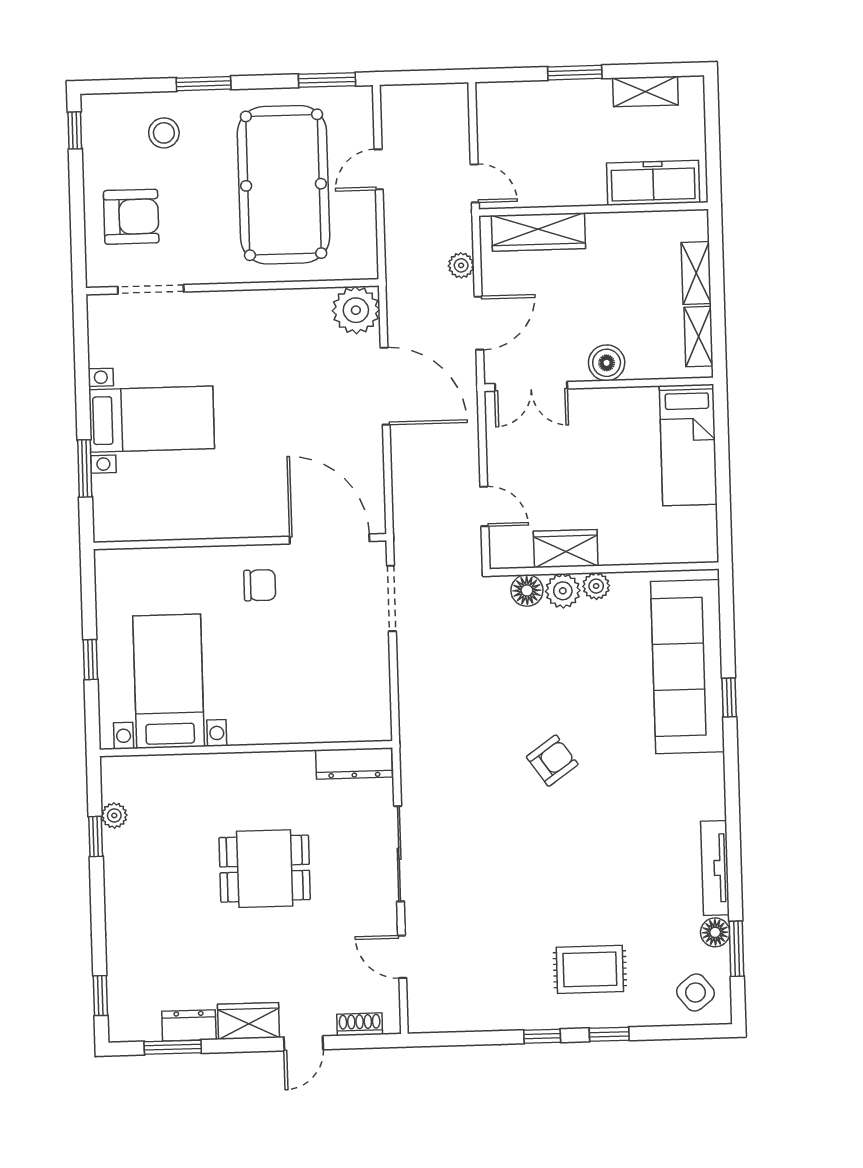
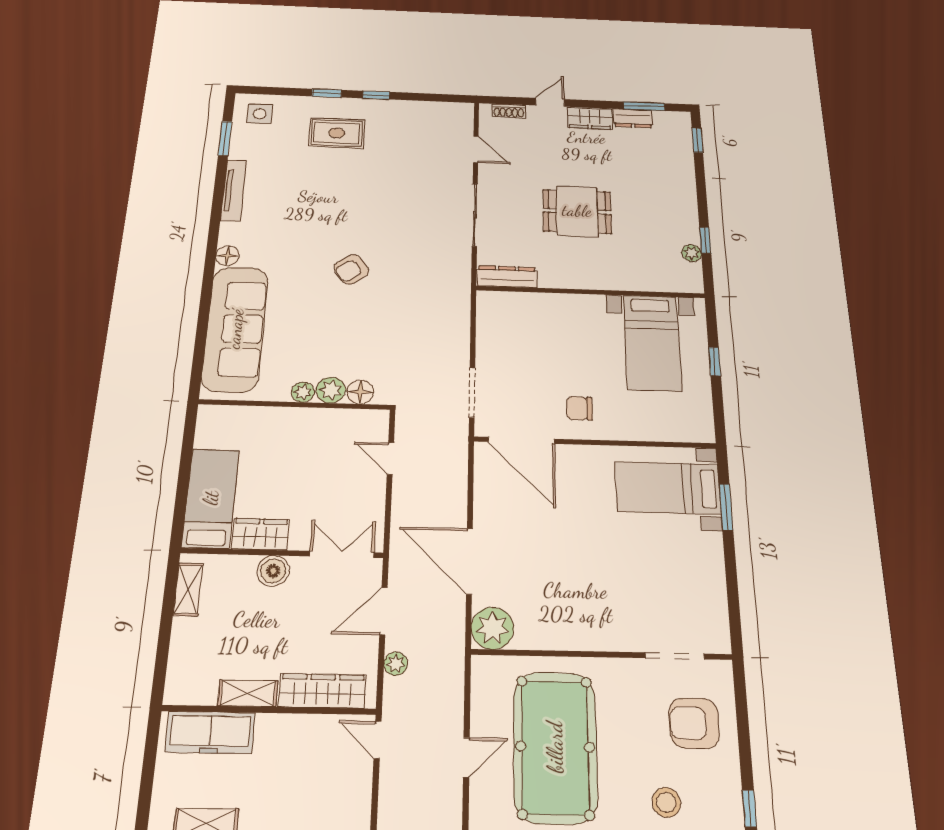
shelving: (696, 273) -> (248, 693), moved, turned 90
bed with nightstands: (152, 419) -> (668, 488), moved
wardrobe: (566, 549) -> (261, 534), moved, turned 180
window: (729, 698) -> (205, 305), removed
floor lamp: (715, 932) -> (227, 256), moved
side table: (696, 992) -> (260, 114), turned 38

